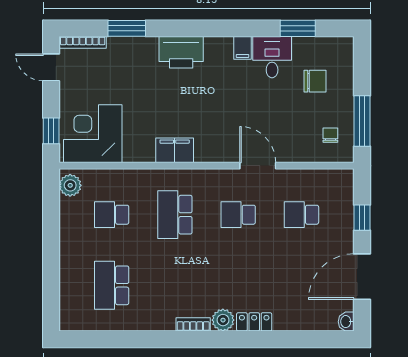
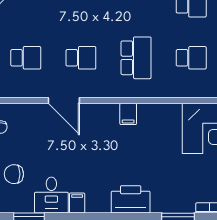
filing cabinet: (175, 150) -> (128, 114), width x0.50

